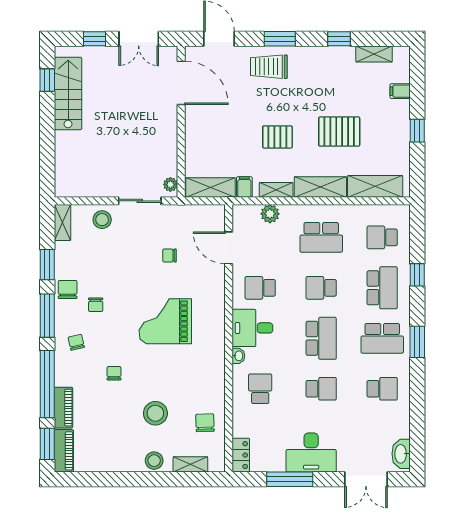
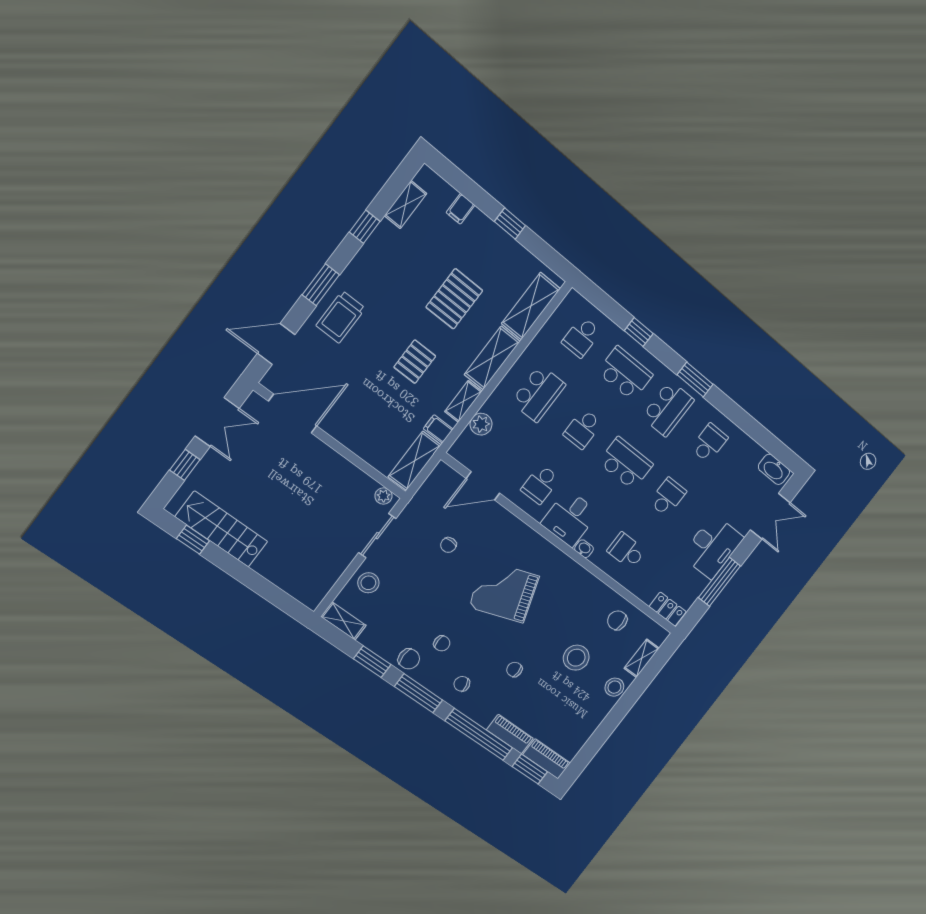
chair: (68, 290) -> (409, 659), turned 180
grand piano: (165, 321) -> (504, 592), turned 71

